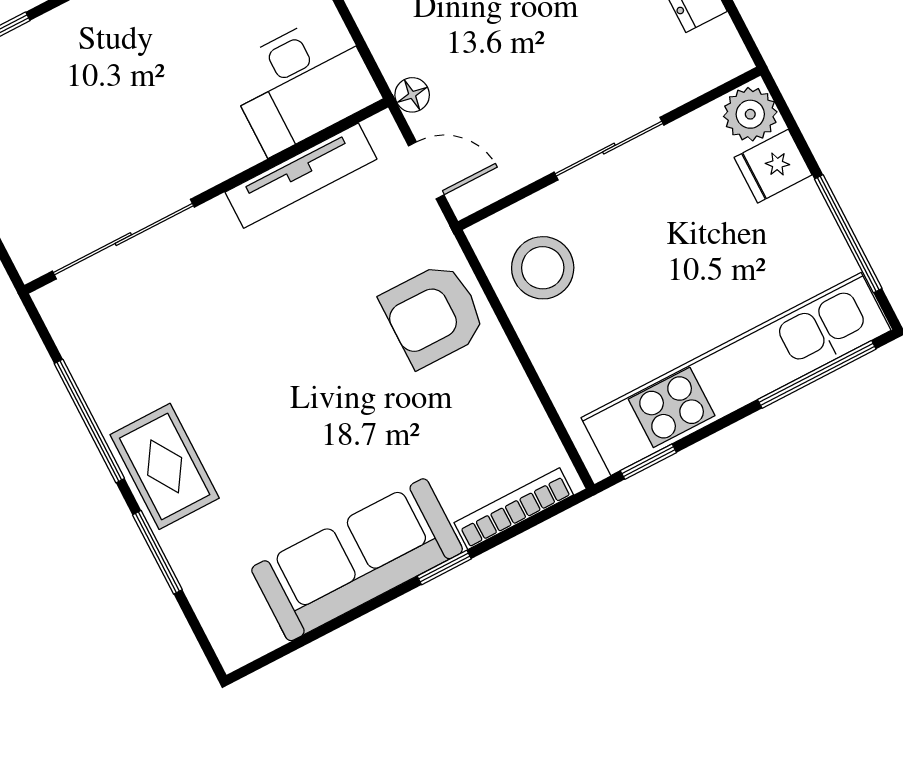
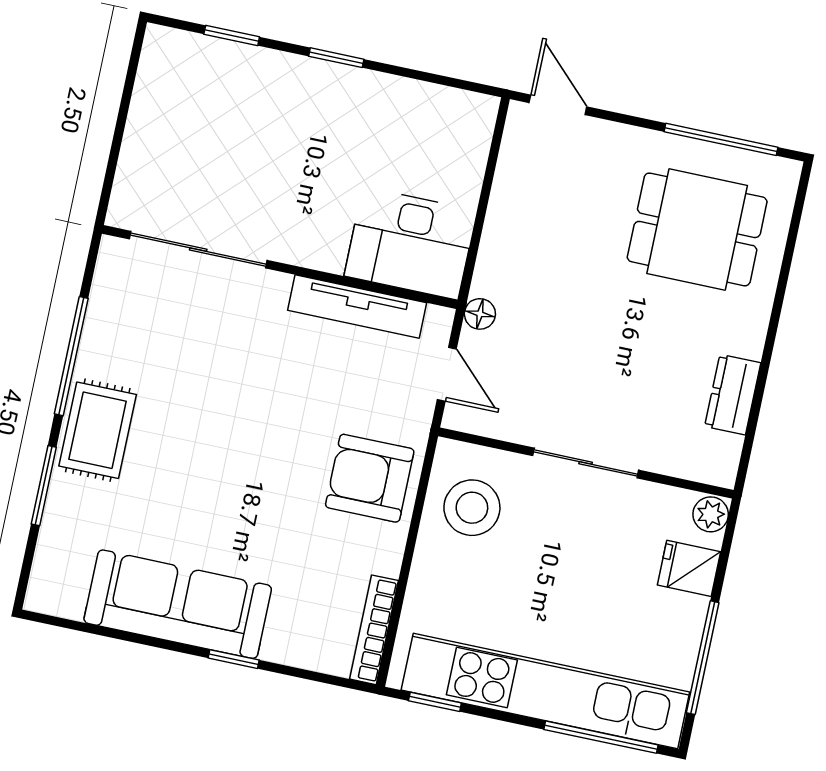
plant: (750, 114) -> (711, 514), width x0.73, depth x0.73
bookcase: (514, 509) -> (374, 630), moved, turned -90

